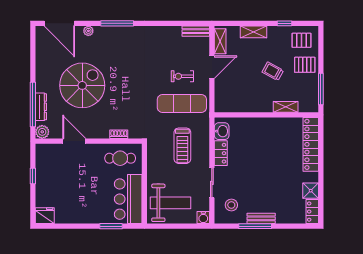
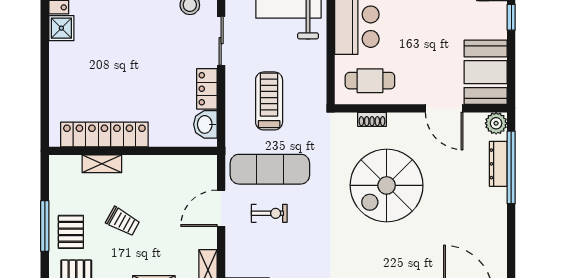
pallet: (305, 65) -> (71, 232), turned 90
door: (212, 67) -> (221, 208), moved
spiral stairs: (82, 85) -> (387, 185), moved
window: (321, 89) -> (45, 226), moved
locker: (311, 144) -> (104, 134), moved, turned -90
booth: (49, 163) -> (486, 72), added
window: (33, 176) -> (511, 17), moved

